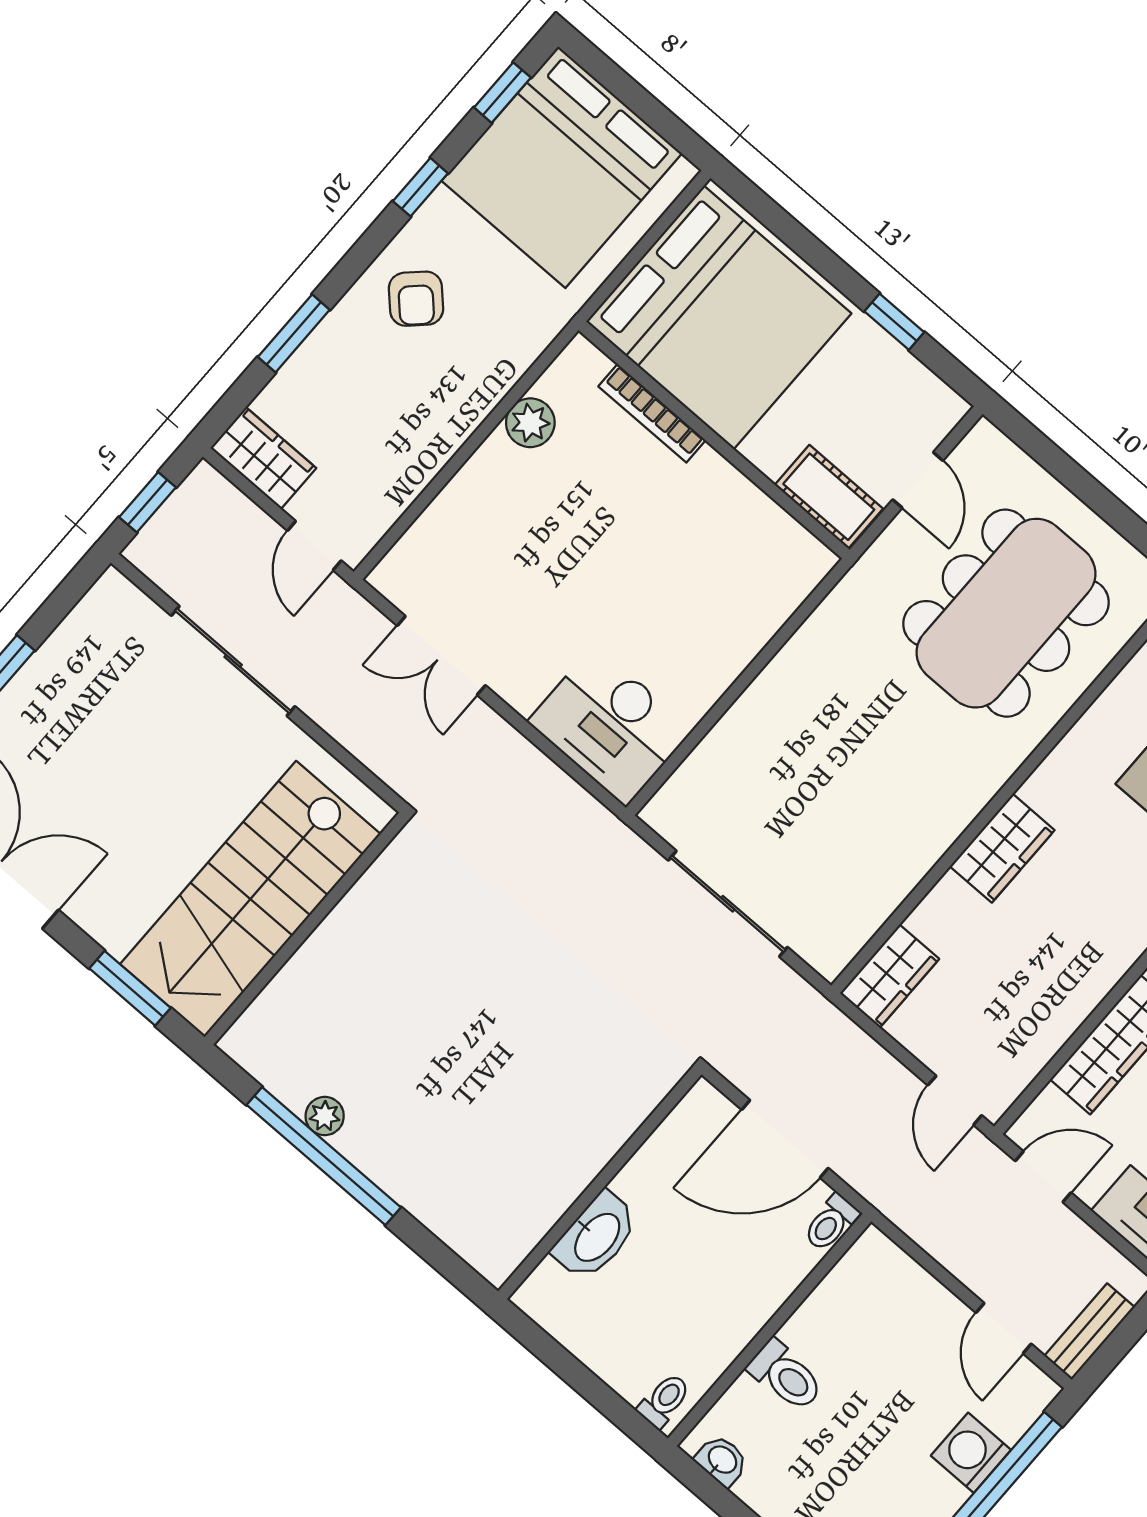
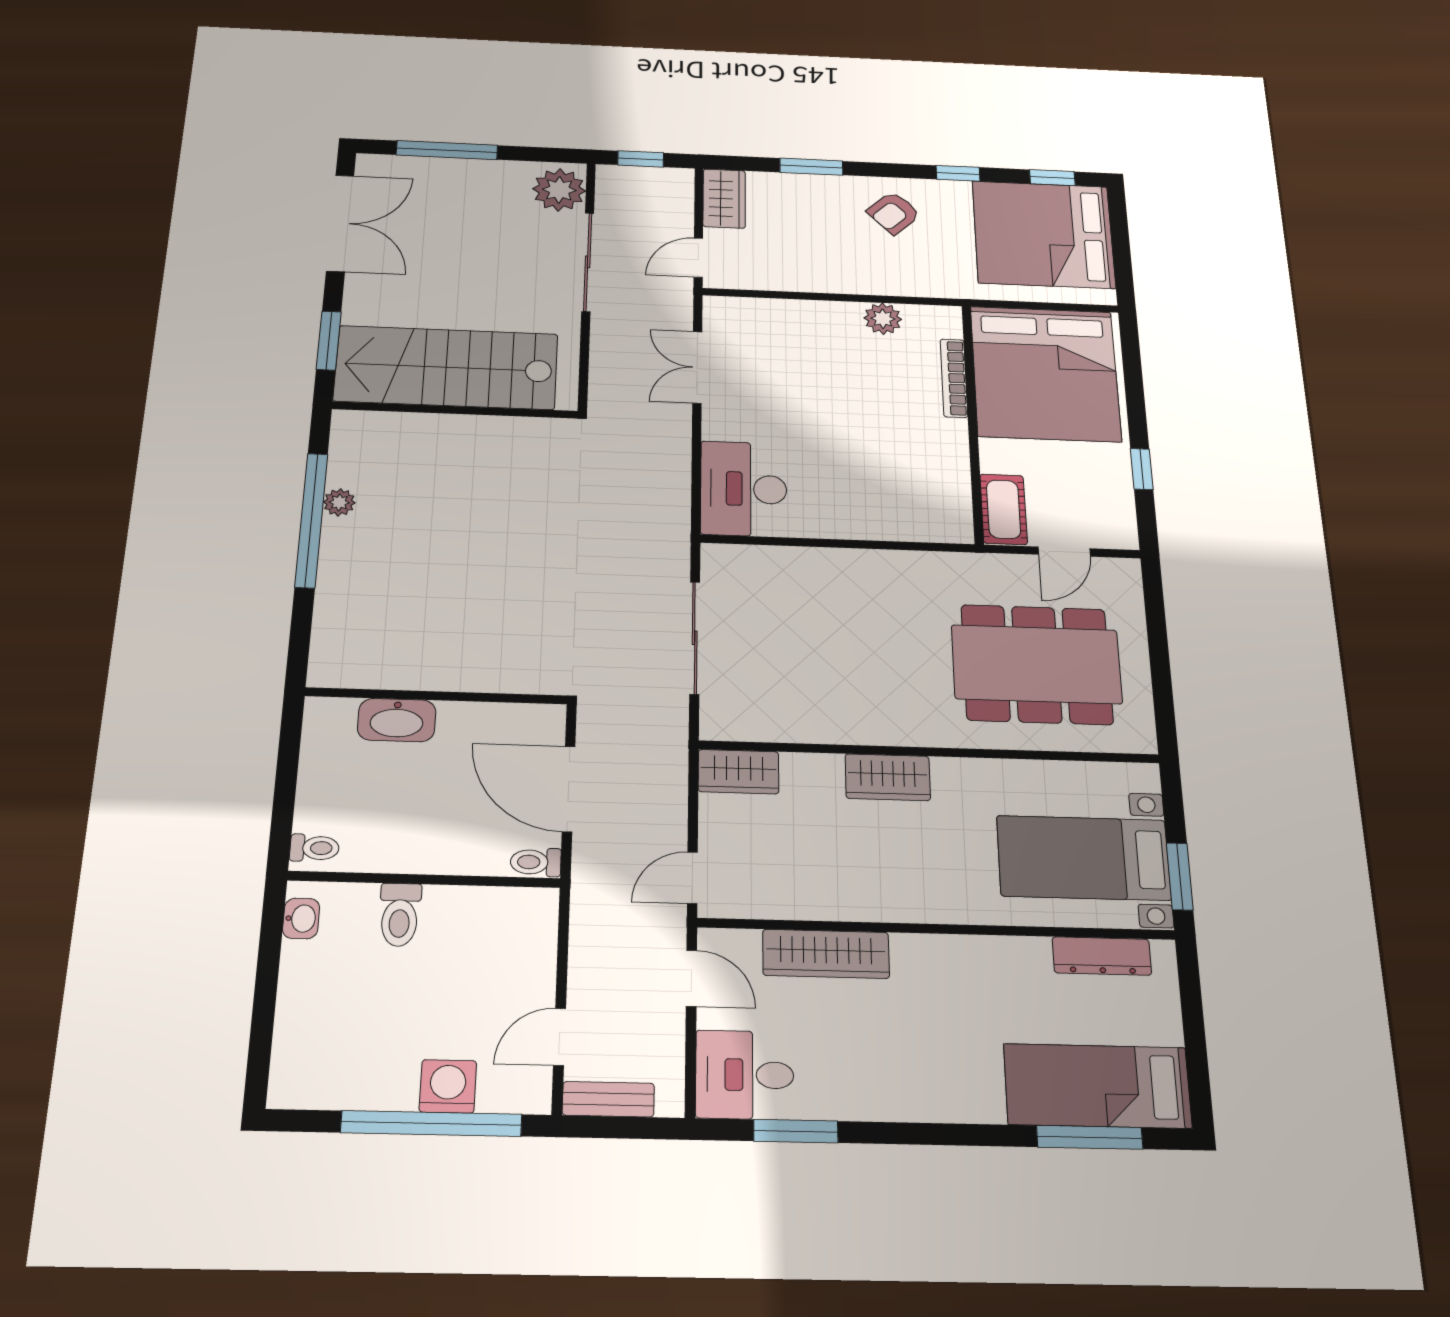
plant: (122, 618) -> (559, 190), added

